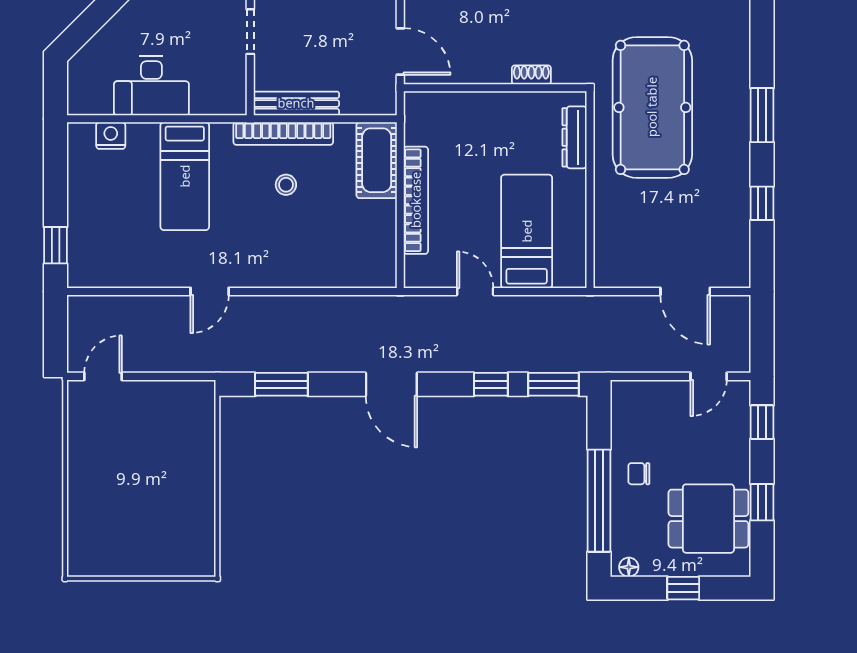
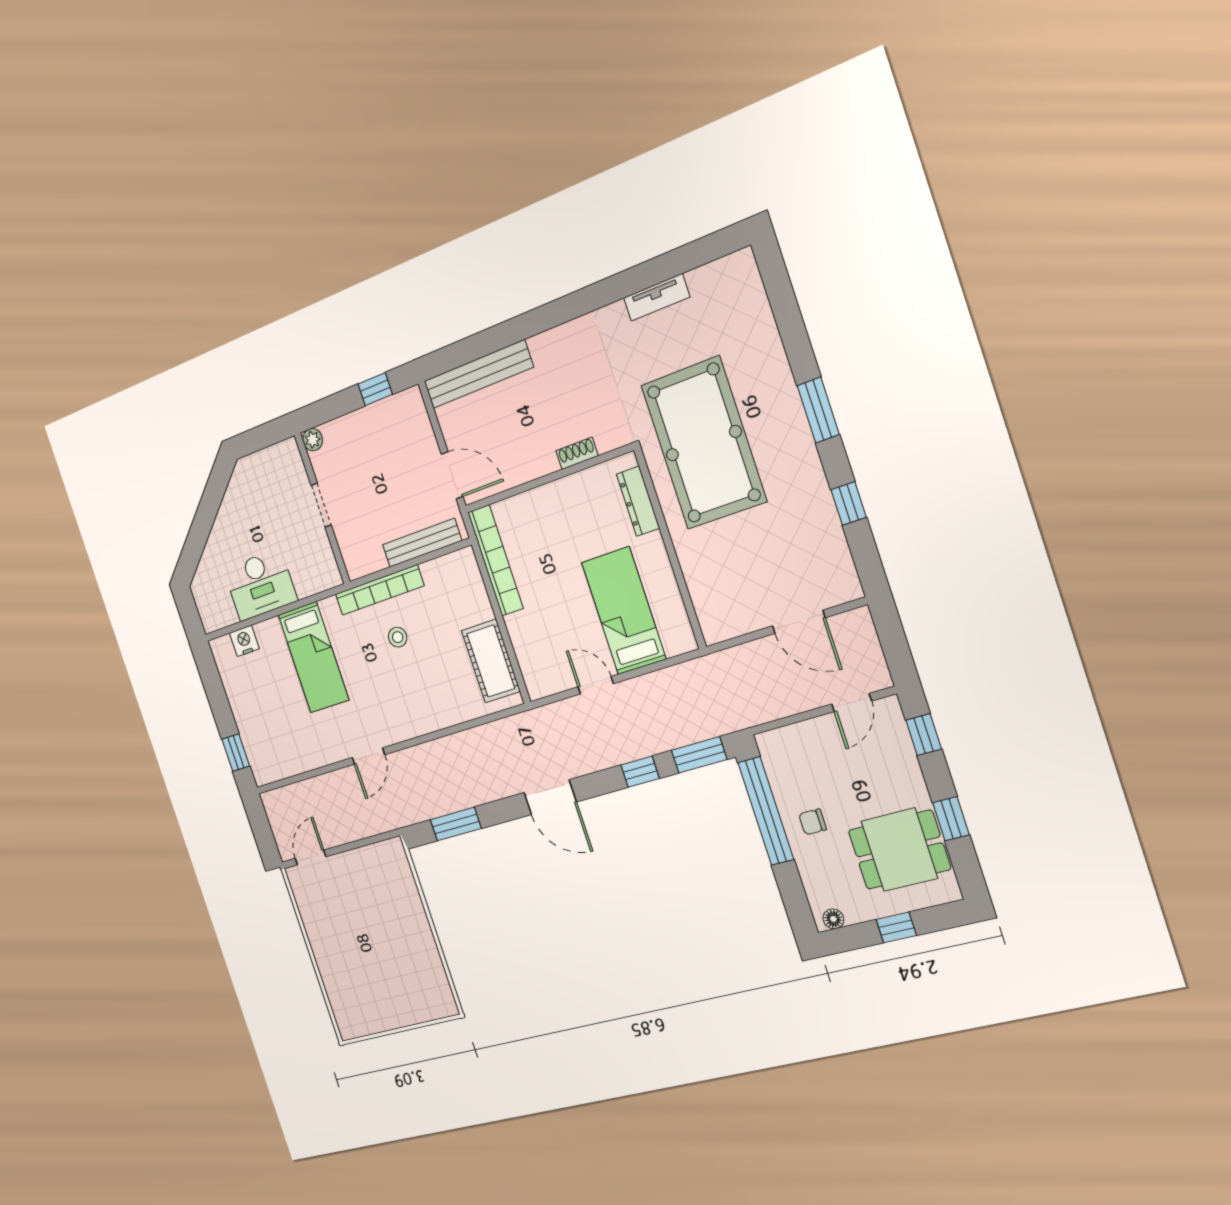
bench: (296, 103) -> (422, 543), moved
cot: (377, 160) -> (491, 661), moved
bookcase: (416, 200) -> (496, 560), moved
window: (599, 501) -> (766, 811), moved

